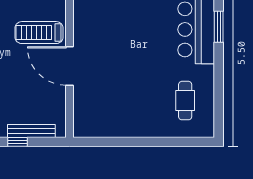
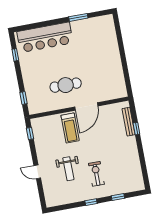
window: (219, 27) -> (78, 17), moved
cafe table: (185, 101) -> (66, 85), moved, width x1.37, depth x1.35

